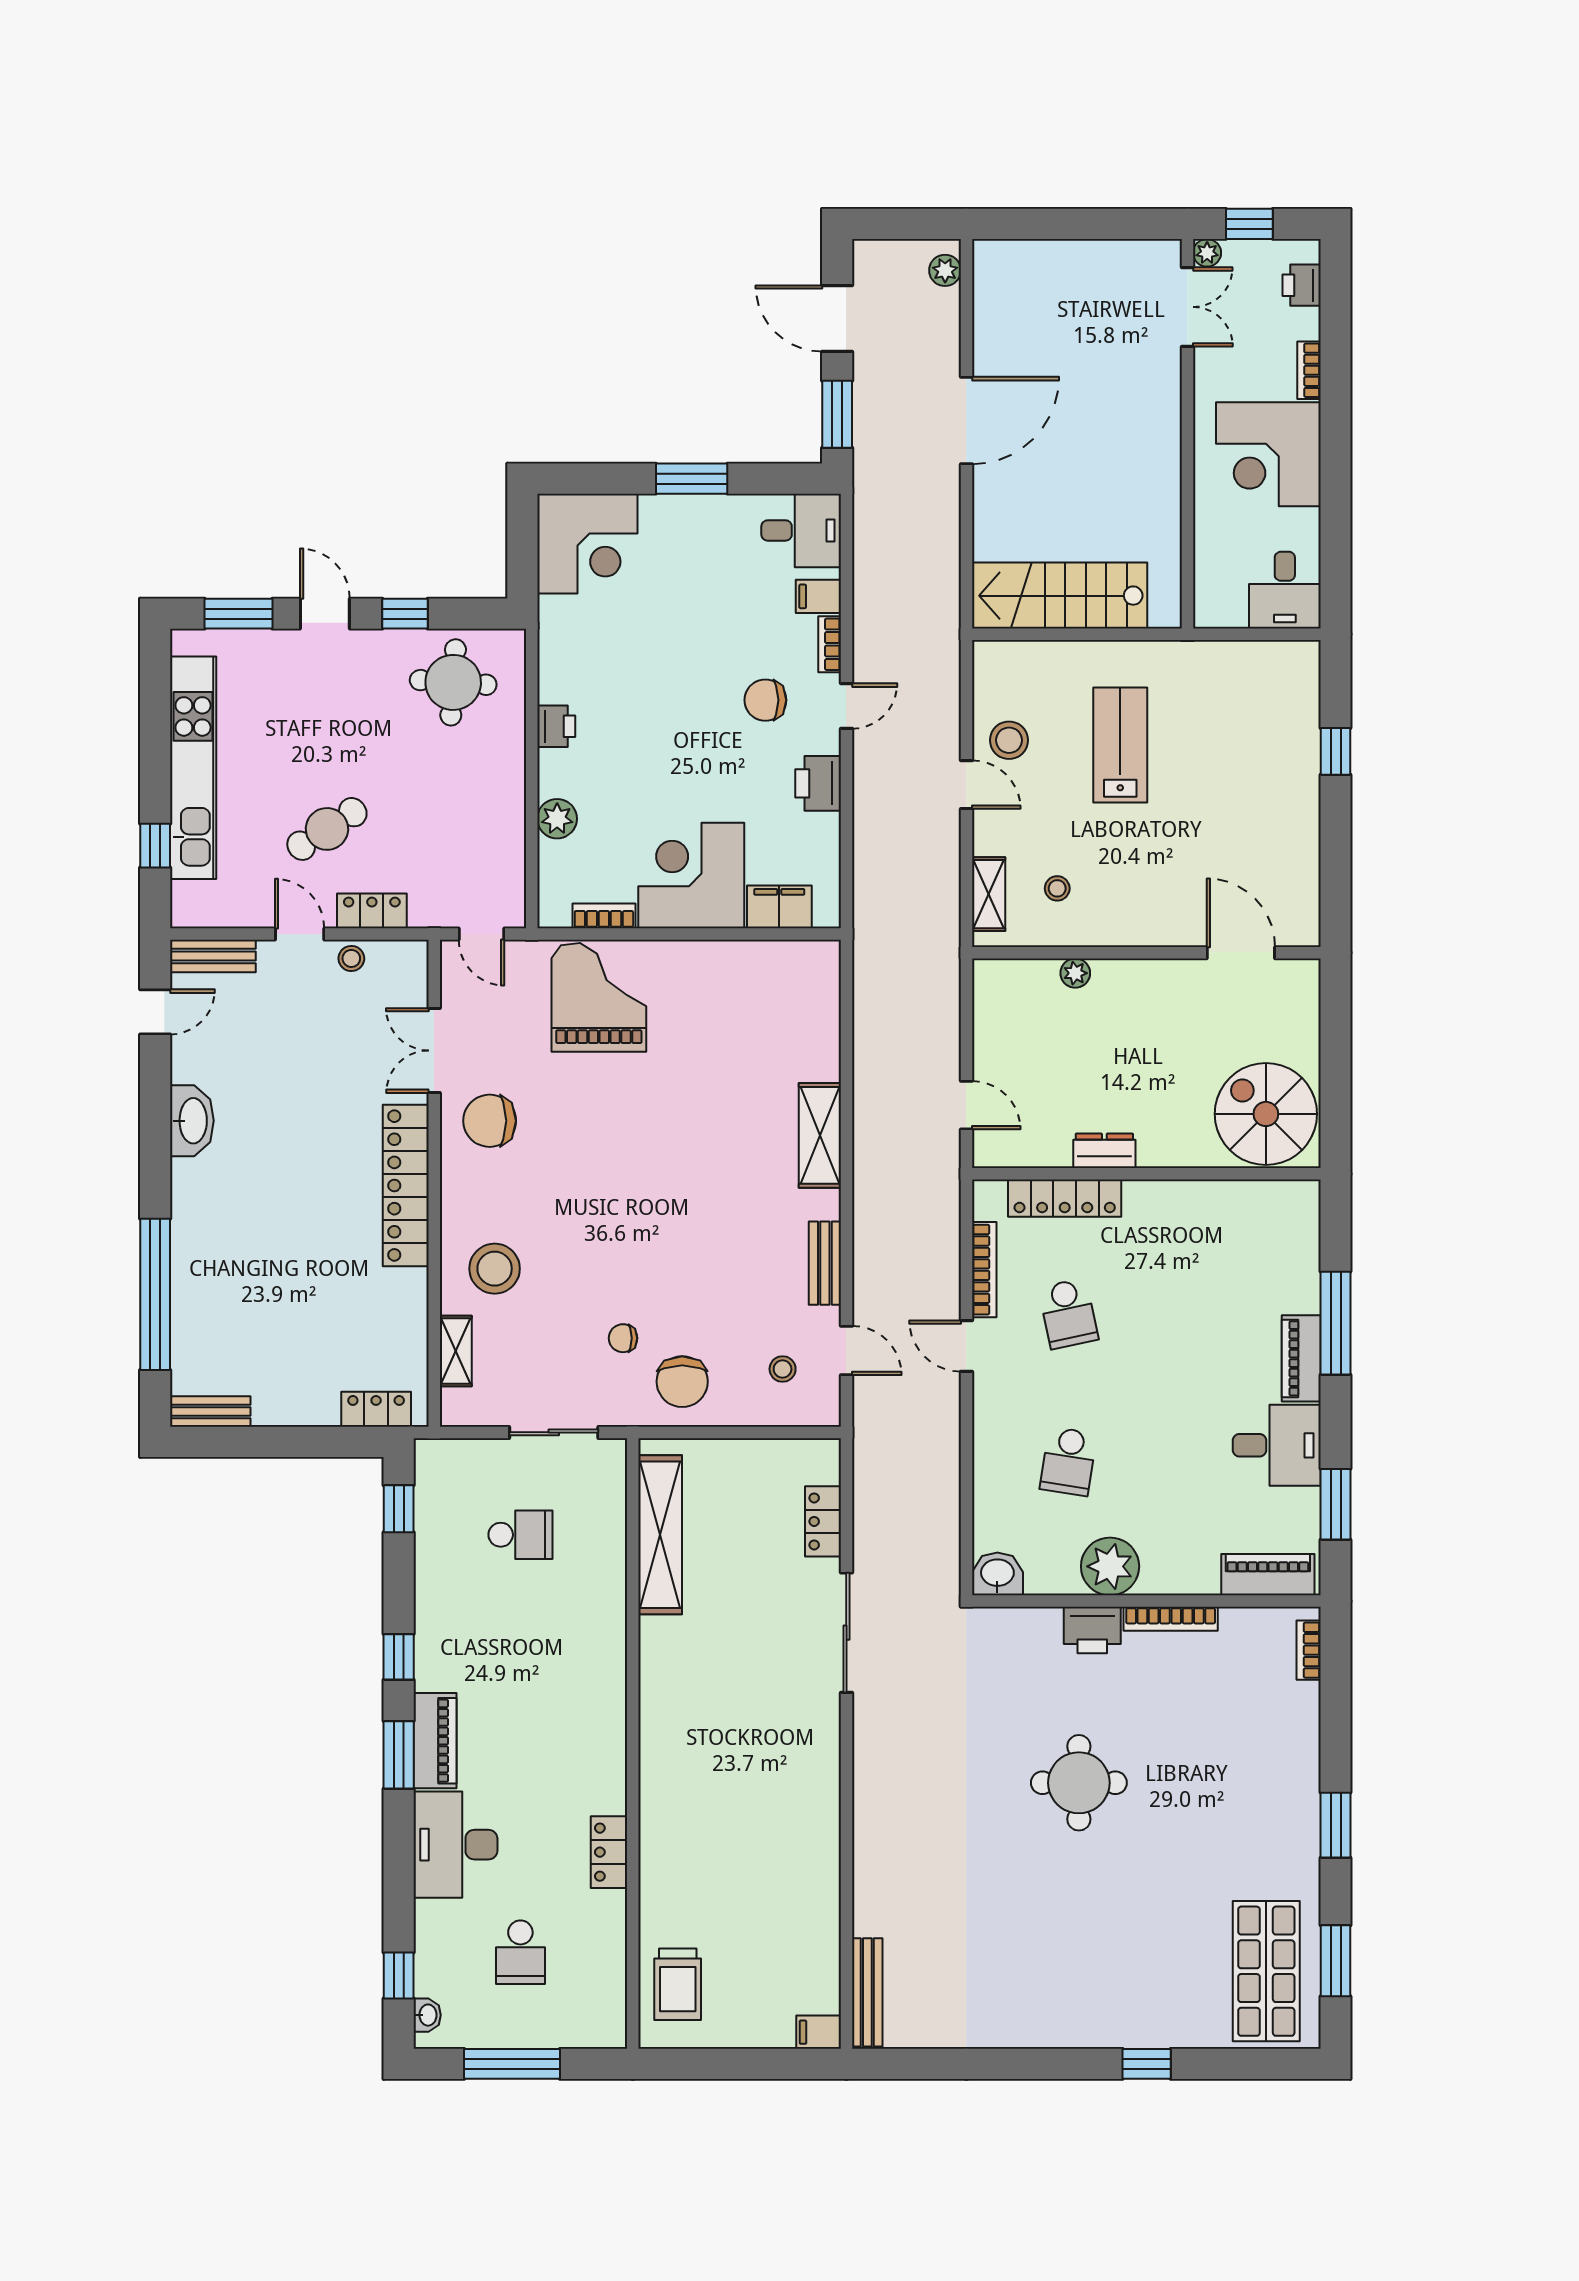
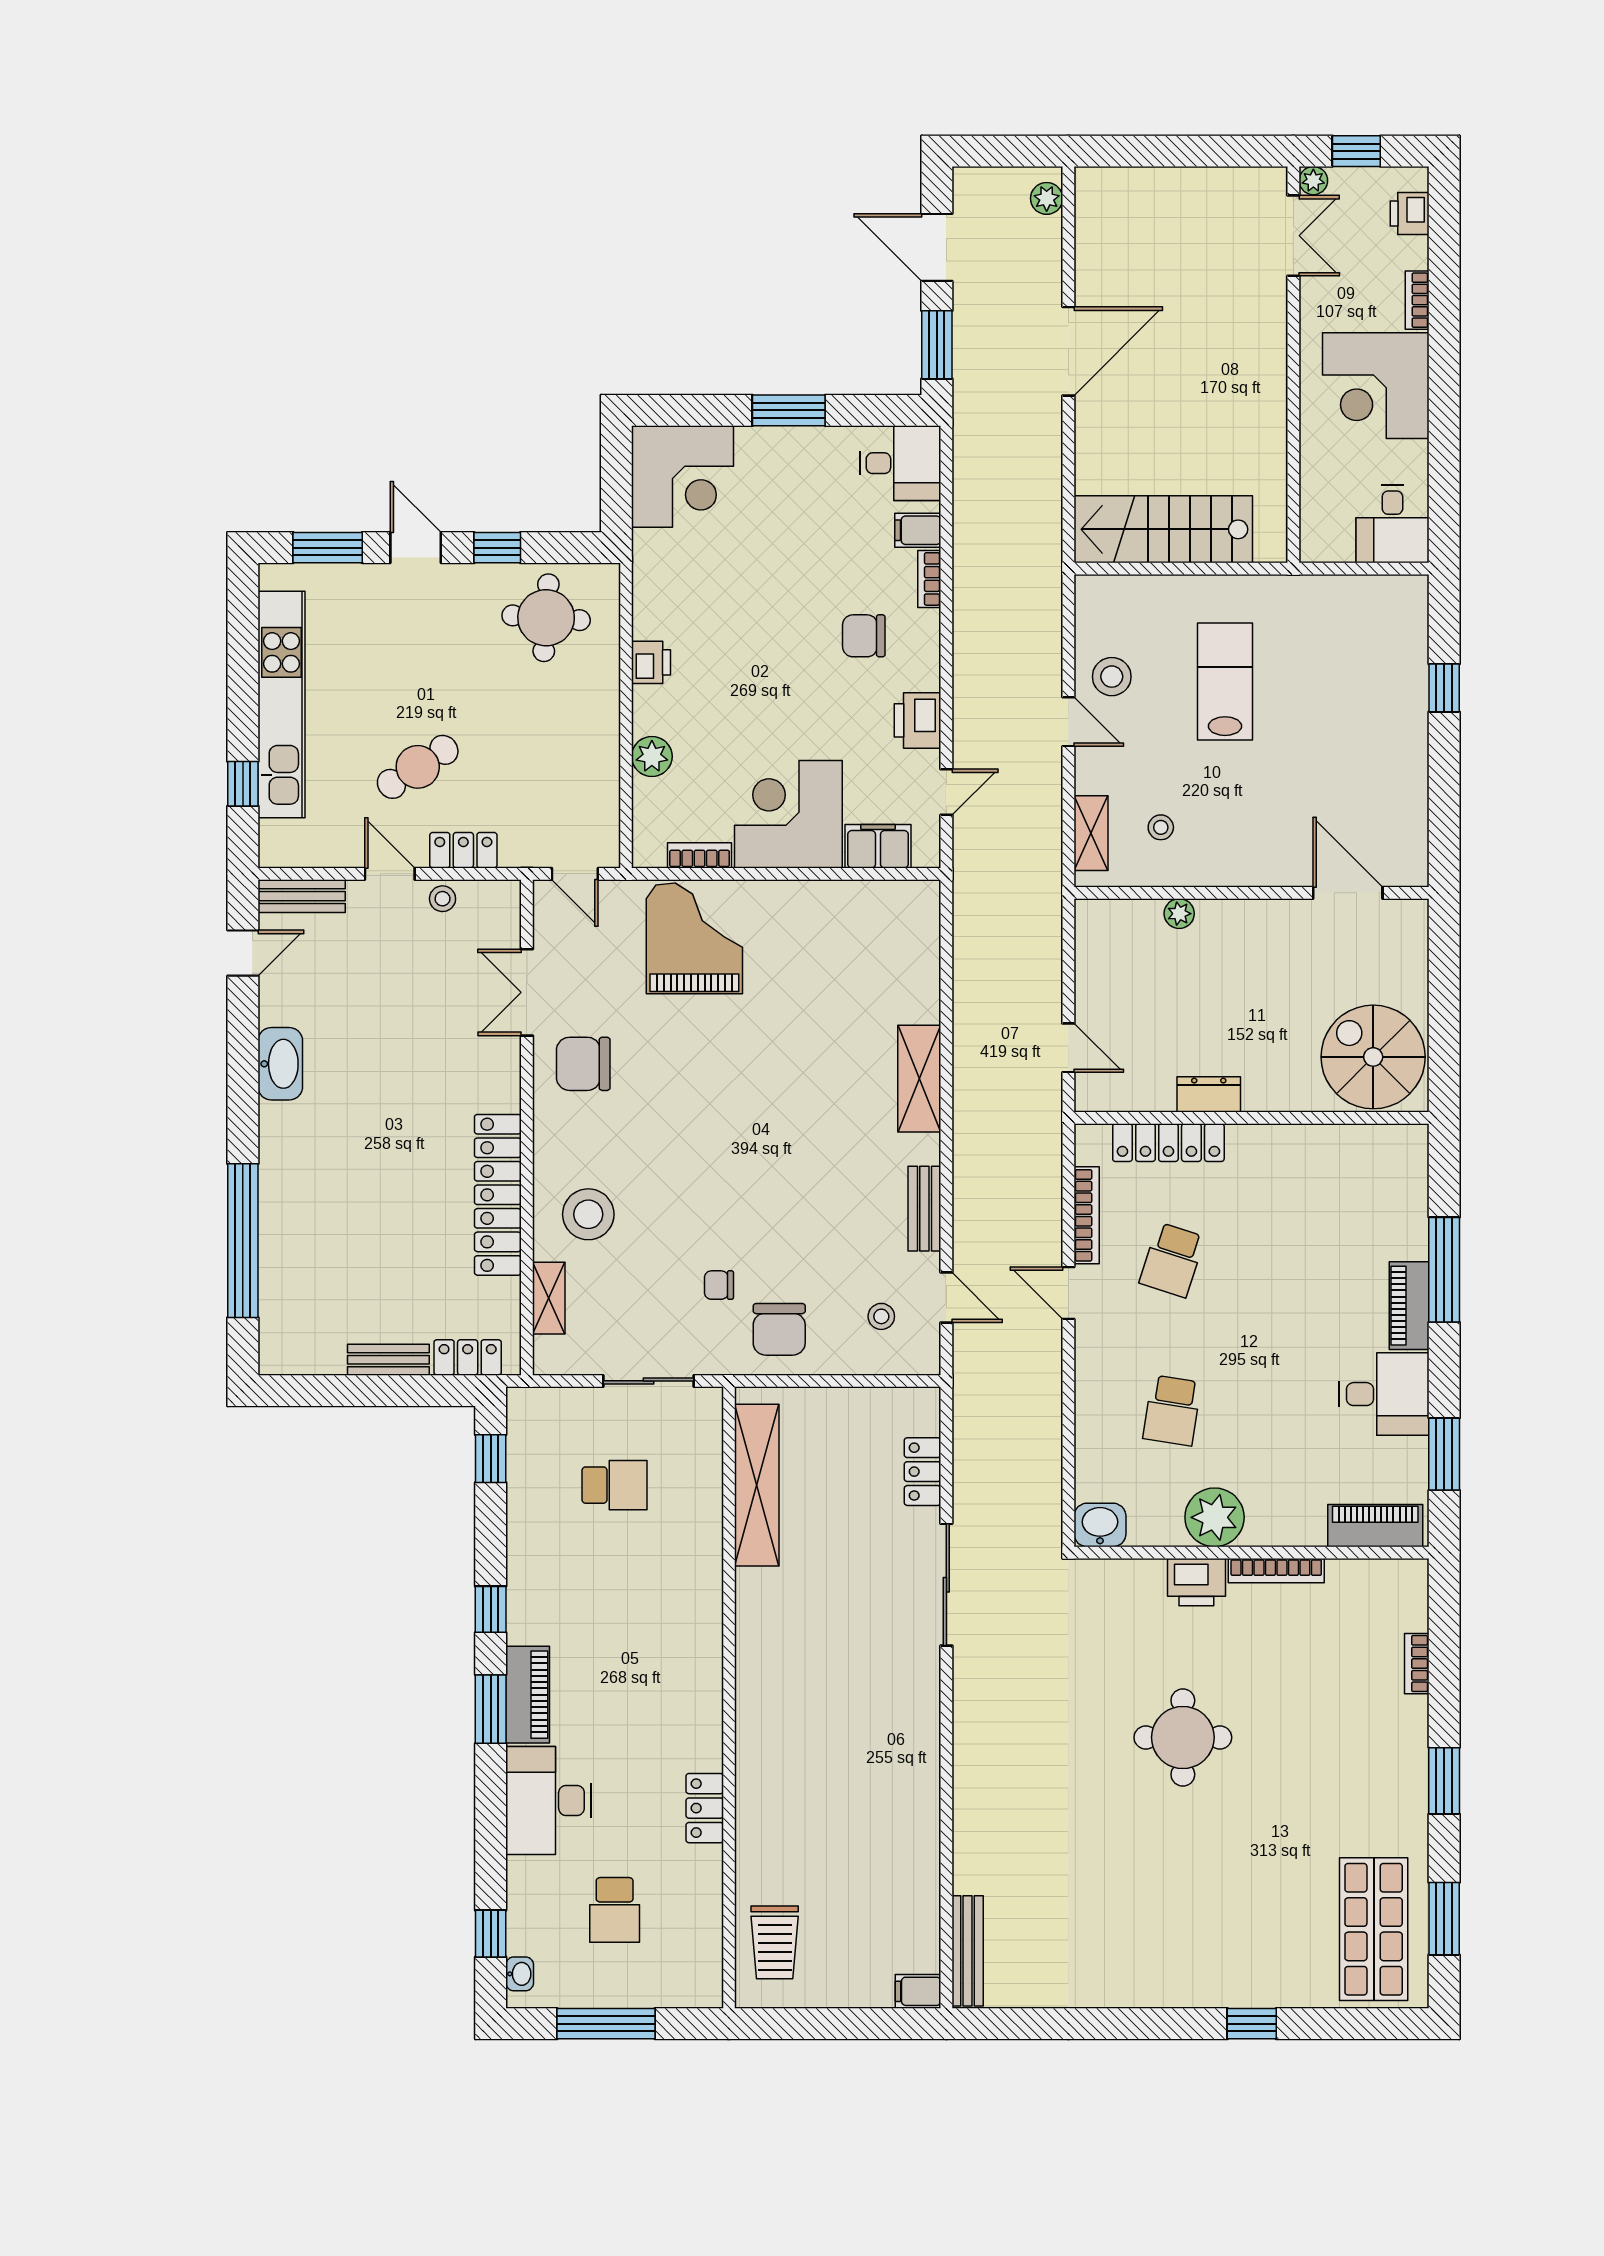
door: (846, 706) -> (946, 792), moved
locker: (406, 1186) -> (498, 1195), moved
school desk: (1068, 1314) -> (1172, 1260), turned 30
bench: (210, 1411) -> (388, 1360), moved
bookcase: (1309, 1650) -> (1417, 1664), moved

